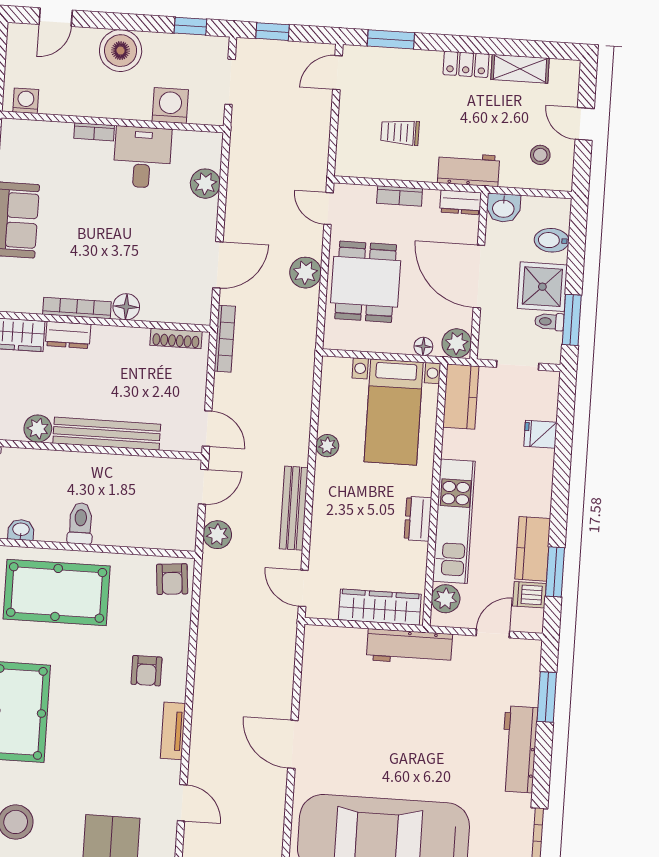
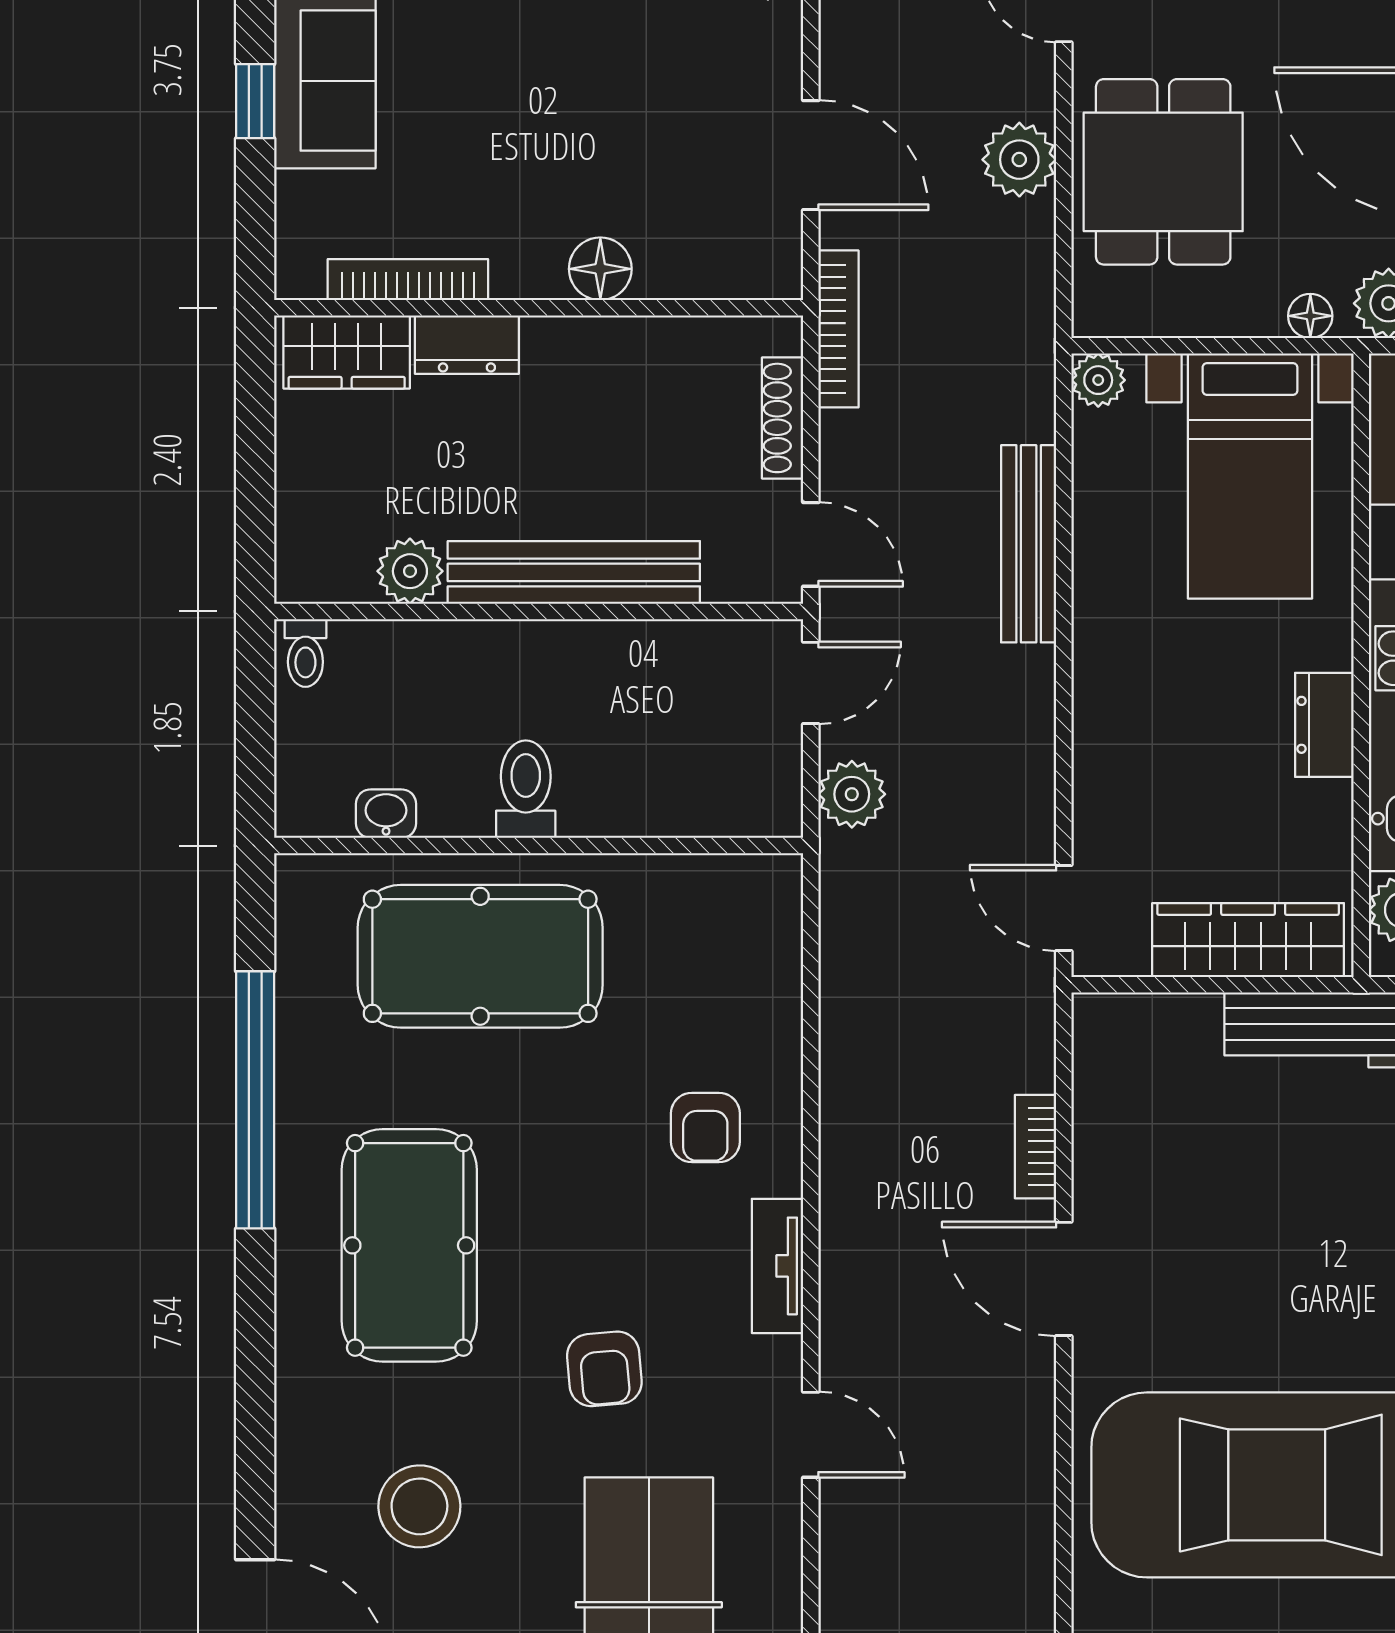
door: (218, 265) -> (811, 155), hinge flipped
bookcase: (77, 308) -> (408, 280), moved
shoe rack: (176, 338) -> (783, 418), moved, turned 90
plant: (327, 446) -> (1098, 380), moved
bench: (294, 508) -> (1029, 544), moved
armchair: (172, 579) -> (604, 1369), moved
bookcase: (285, 688) -> (1036, 1147), added

